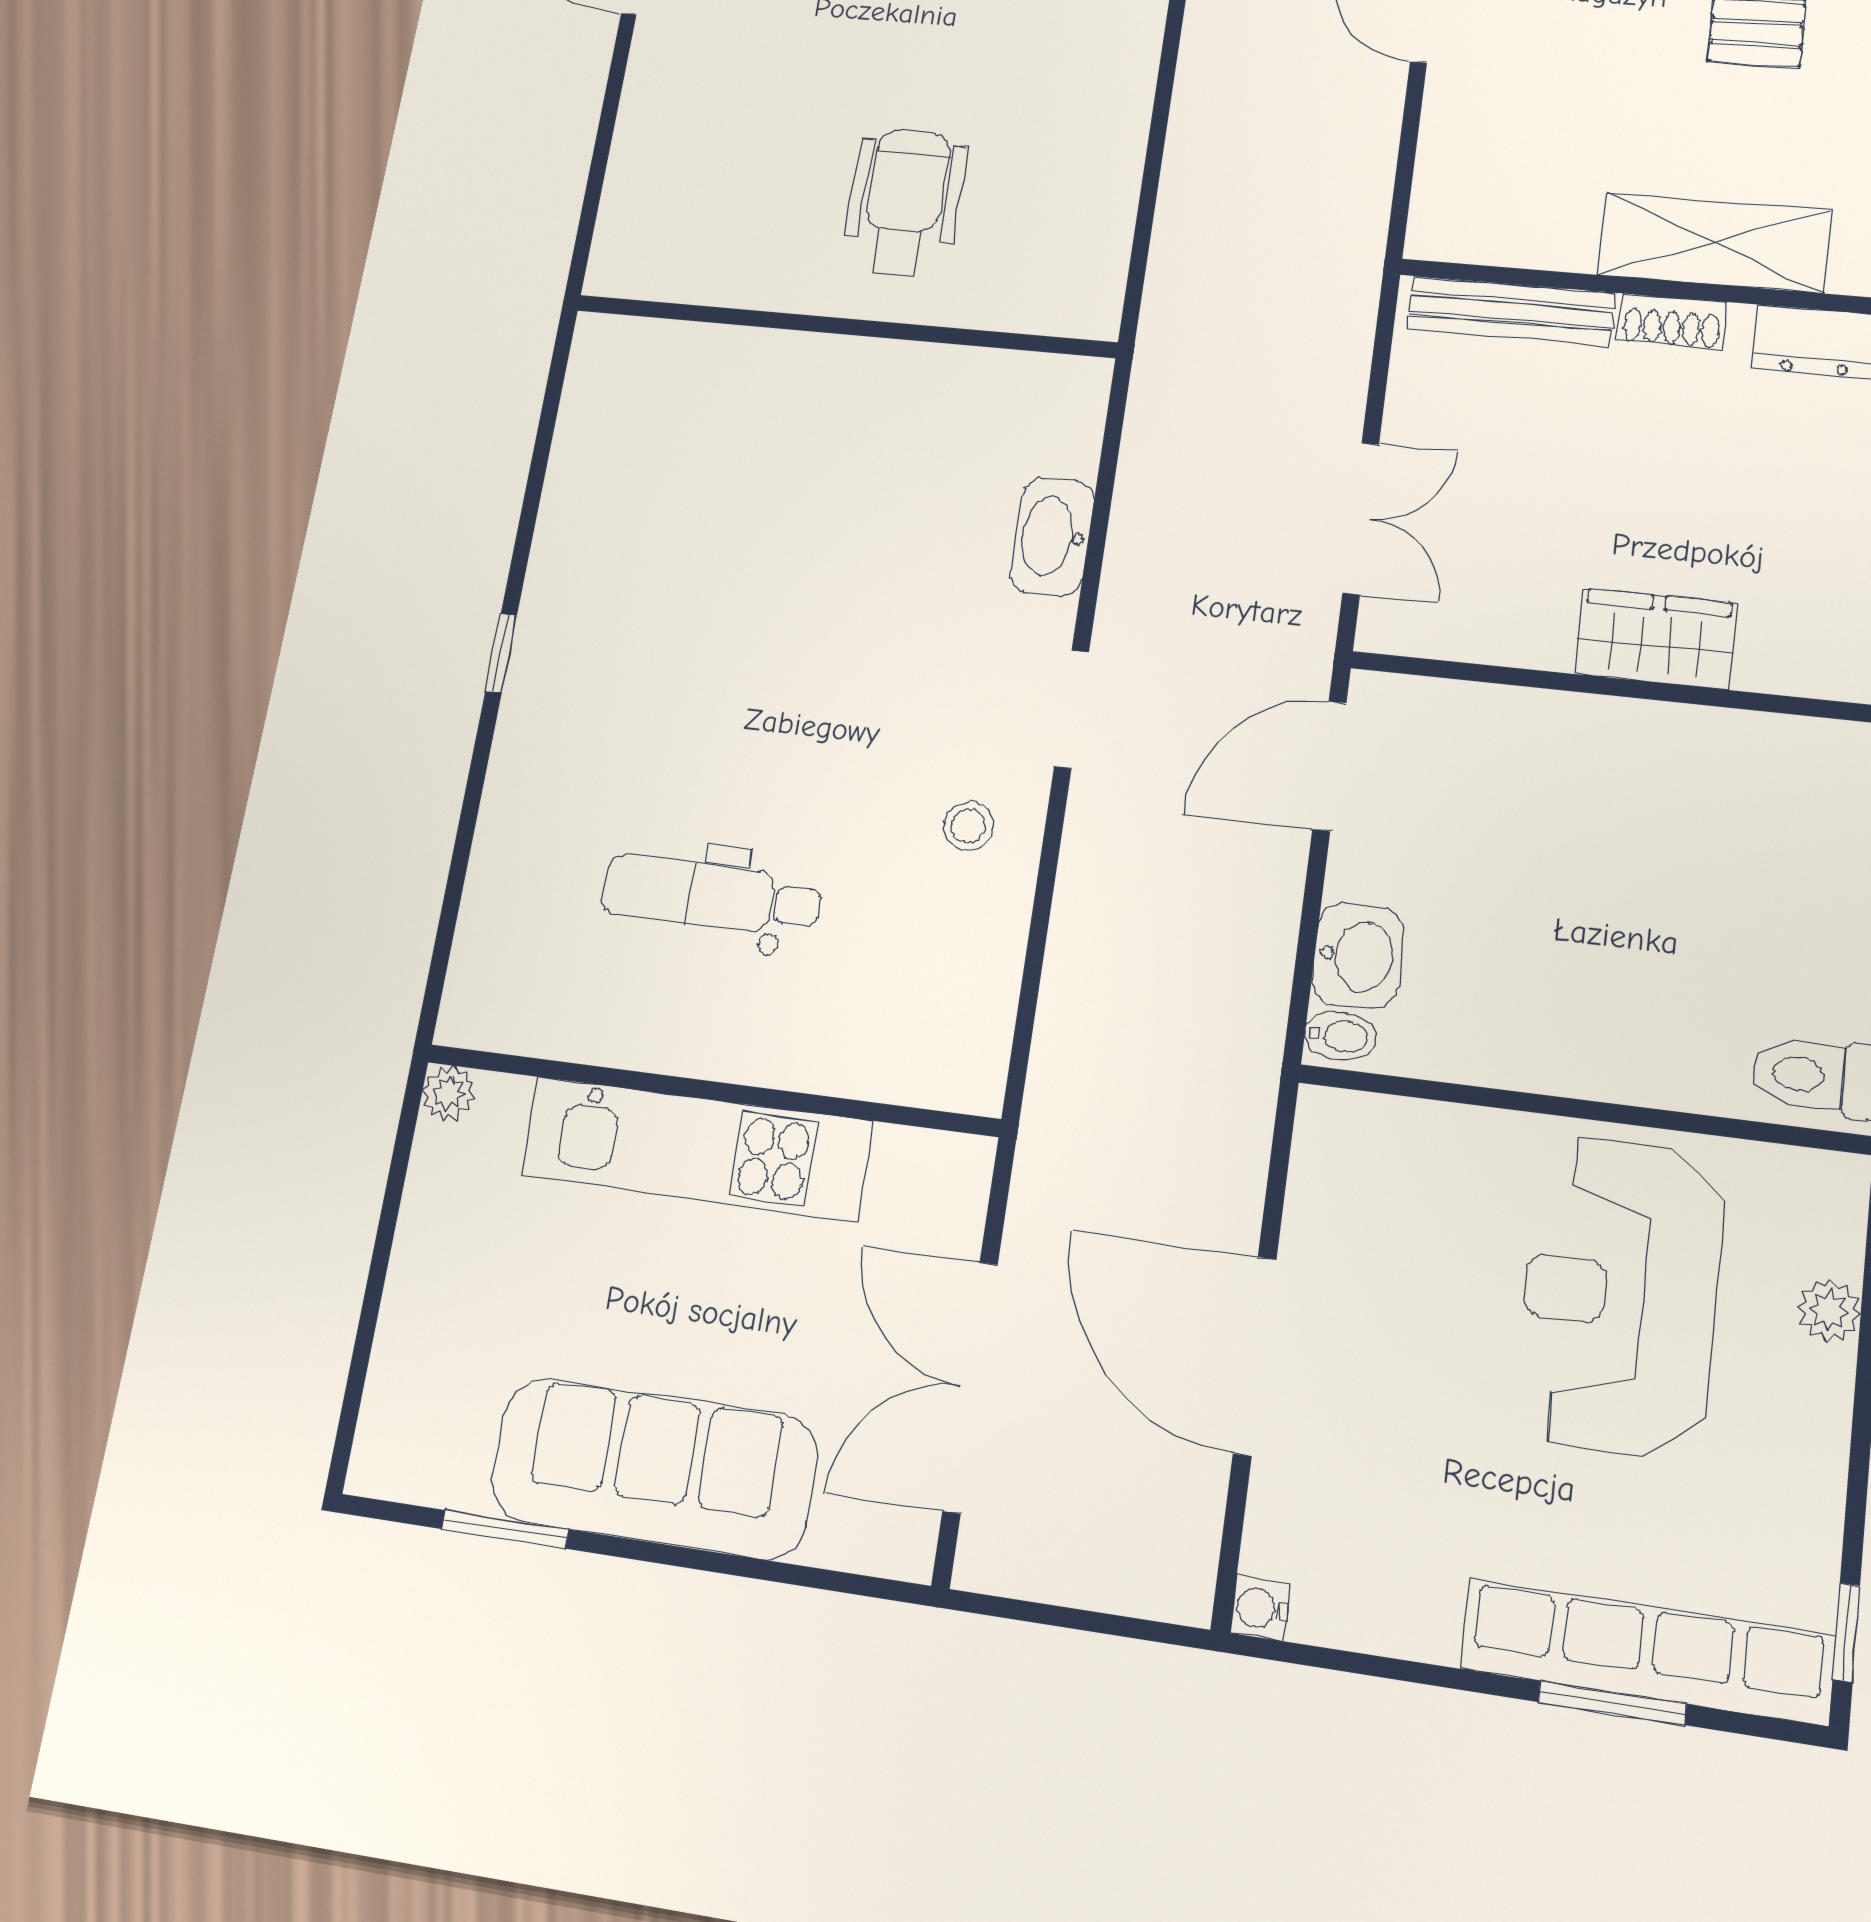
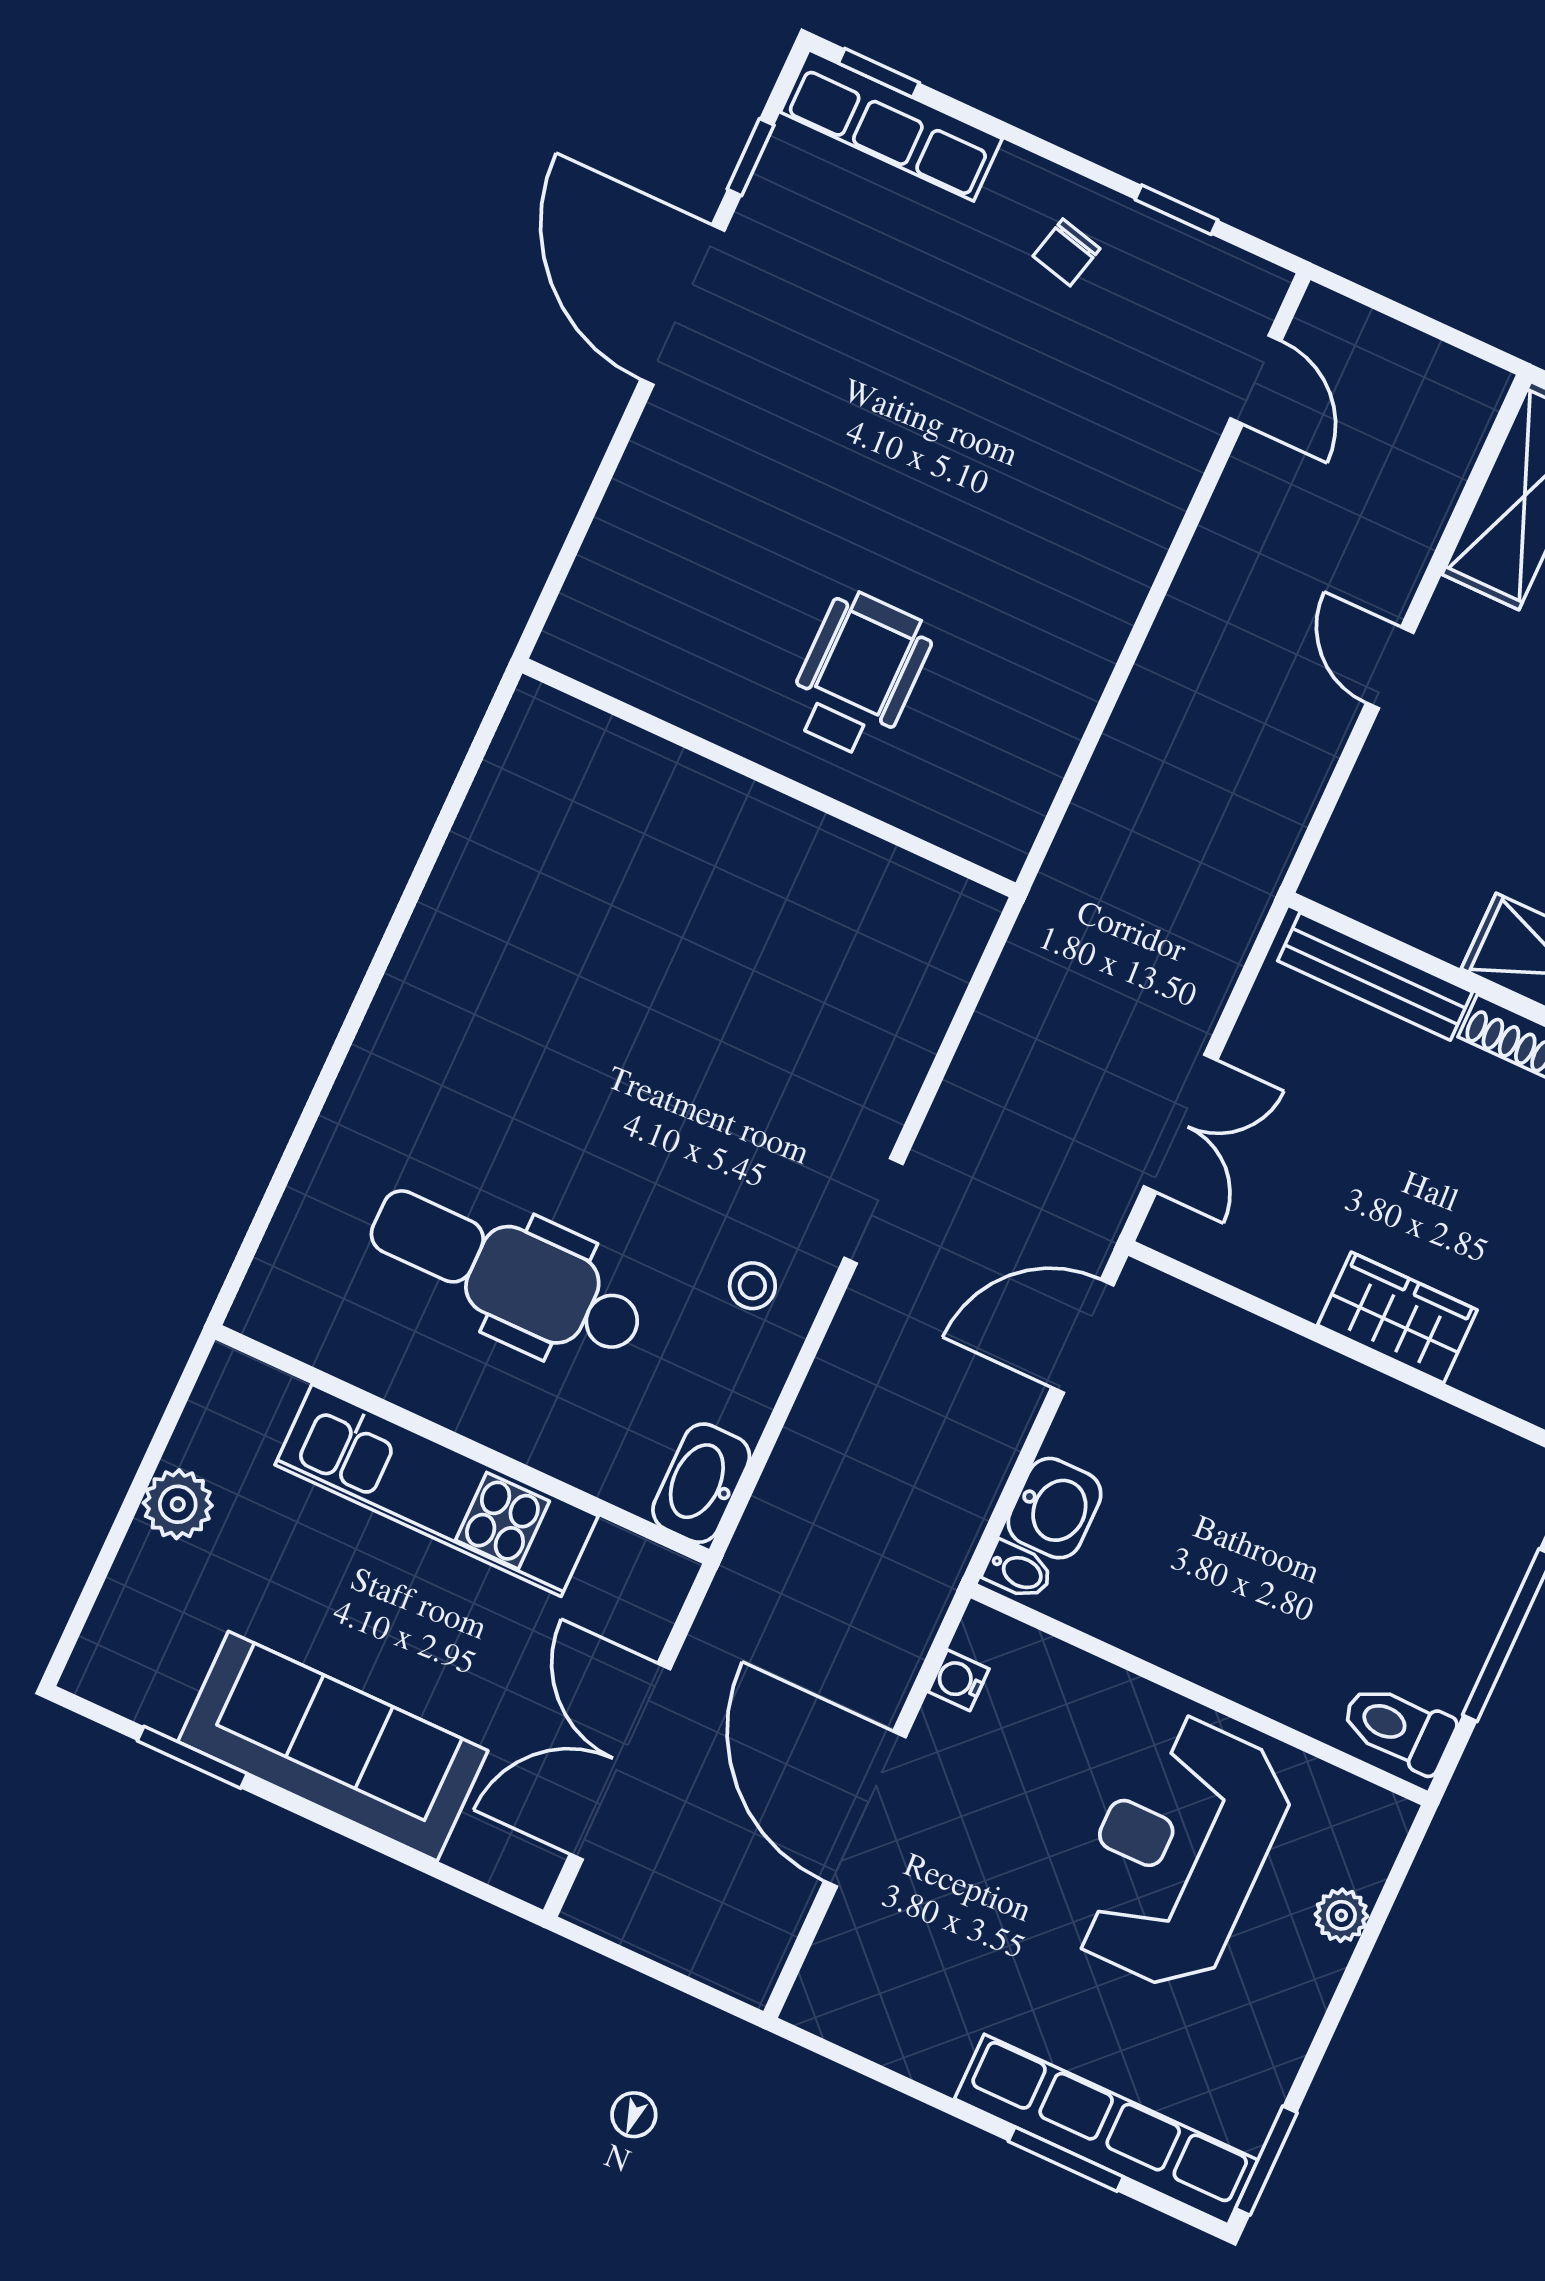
washbasin: (1052, 537) -> (701, 1483), moved
window: (501, 653) -> (370, 985), removed
dental chair: (711, 896) -> (507, 1273), width x1.36, depth x1.38
plant: (449, 1093) -> (178, 1504), moved, width x1.38, depth x1.38
water cooler: (1260, 1608) -> (959, 1680), moved
window: (1846, 1633) -> (1266, 2161), width x1.50

